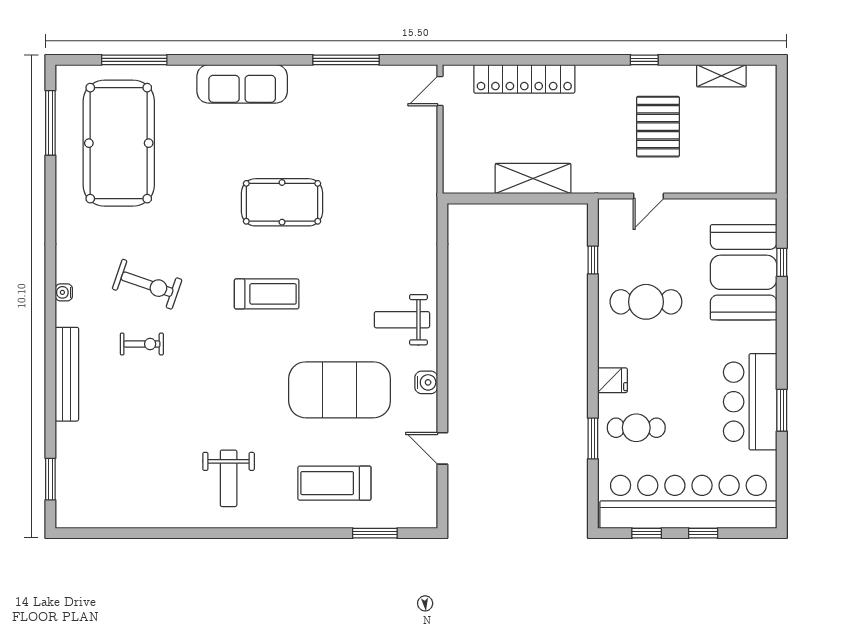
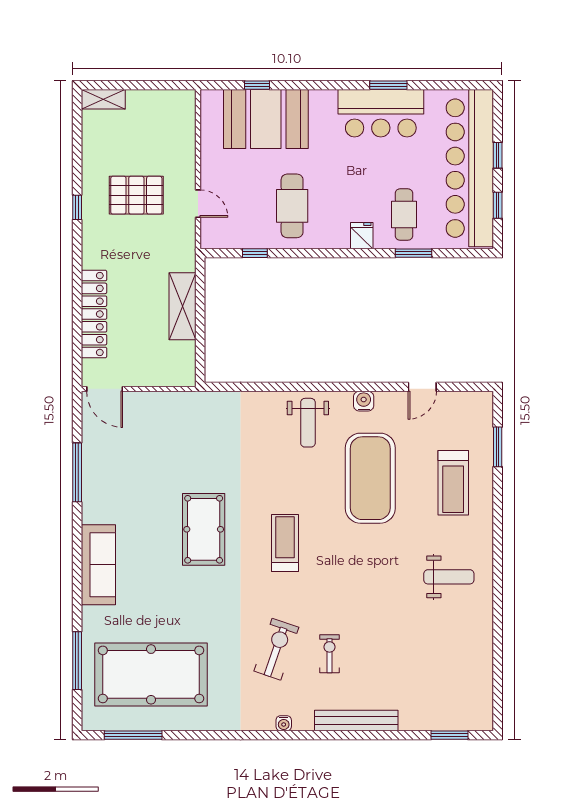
shelving: (721, 76) -> (103, 99), moved, turned 90
door: (440, 91) -> (105, 389), width x1.38

